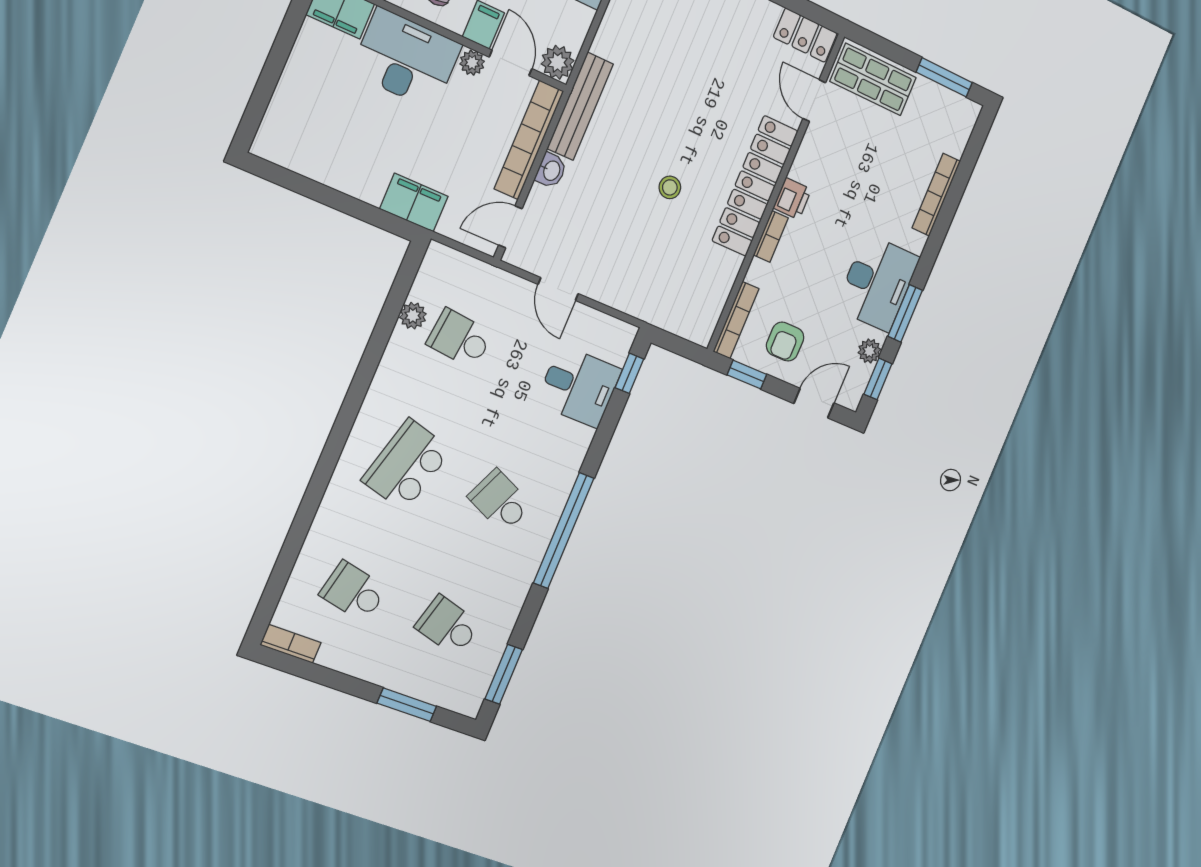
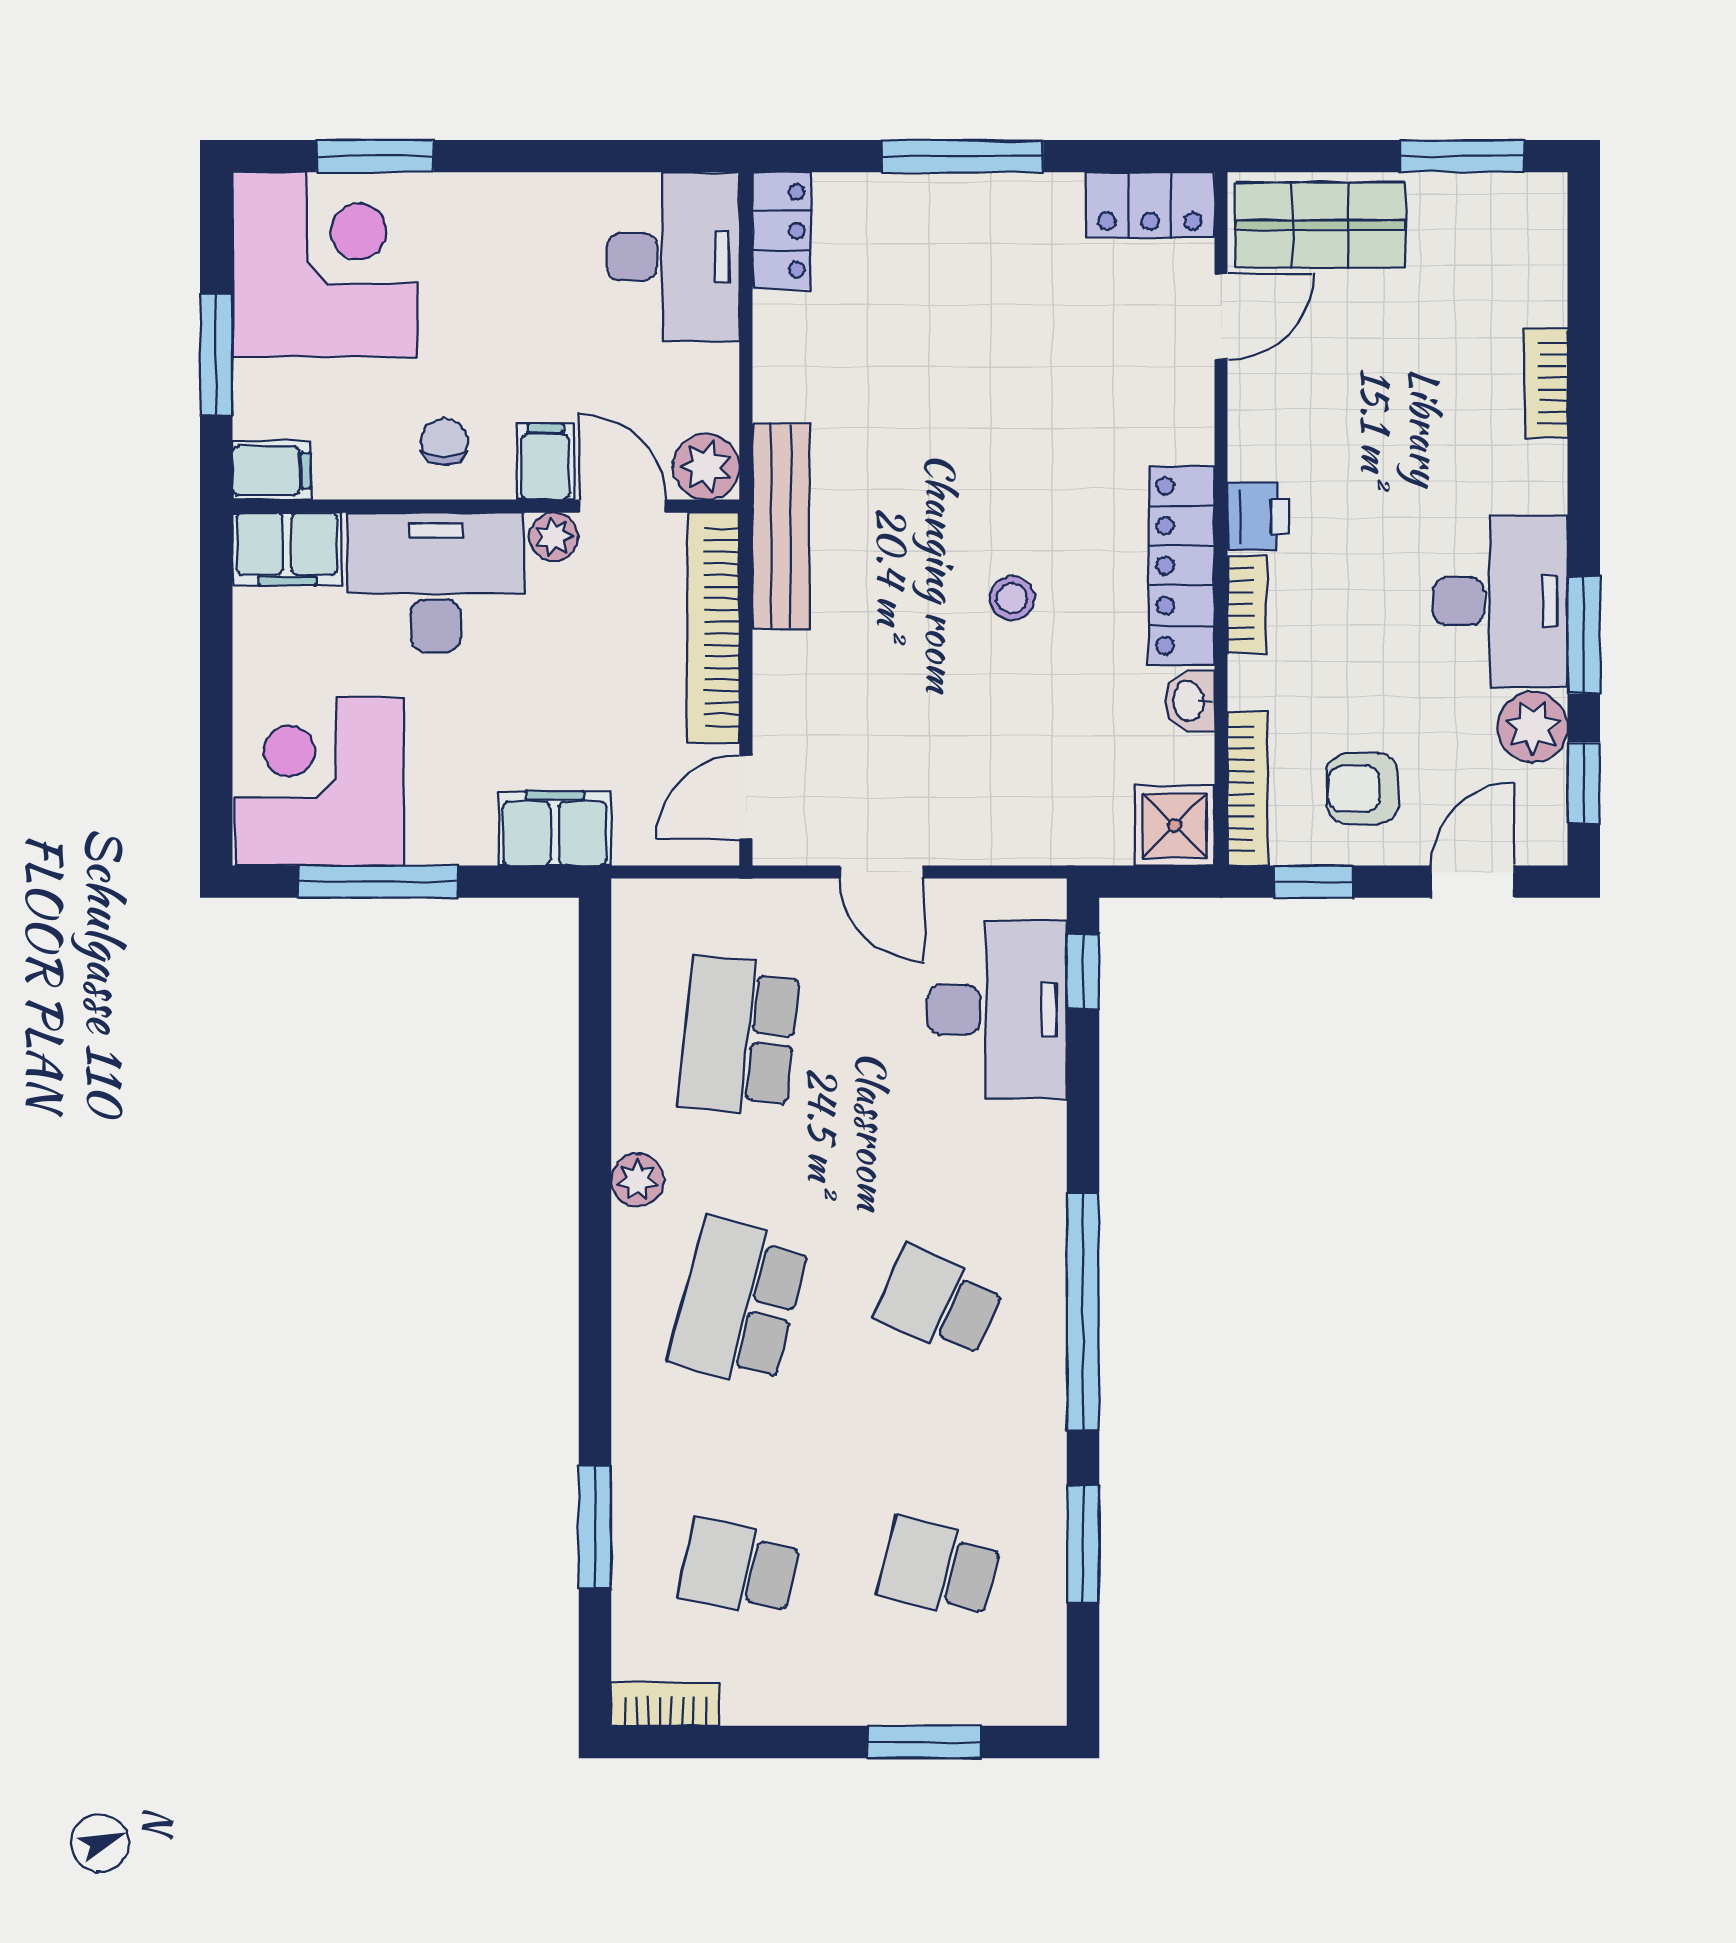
door: (814, 101) -> (1221, 317), swing flipped
corner desk: (308, 130) -> (319, 781), added
washbasin: (551, 170) -> (1190, 701), moved, turned 180
locker: (755, 186) -> (1182, 566), width x0.71, depth x0.83
window: (317, 191) -> (378, 882), added
bookcase: (936, 195) -> (1546, 383), width x0.64
plant: (413, 316) -> (637, 1180), moved
shower: (698, 323) -> (1175, 826), added
school desk: (460, 339) -> (739, 1036), width x1.85
armchair: (785, 342) -> (1363, 789), turned 90
plant: (869, 351) -> (1533, 727), width x1.38, depth x1.38
desk: (579, 386) -> (997, 1010), width x1.37
window: (292, 546) -> (595, 1527), added
window: (504, 674) -> (1083, 1544), moved

